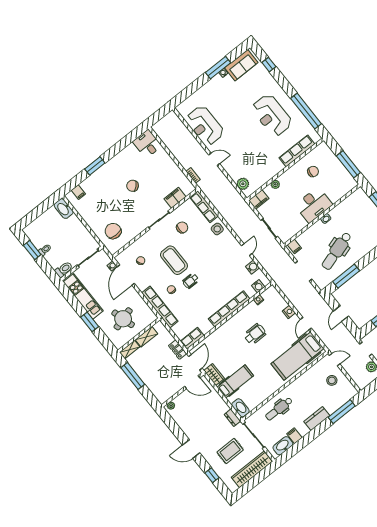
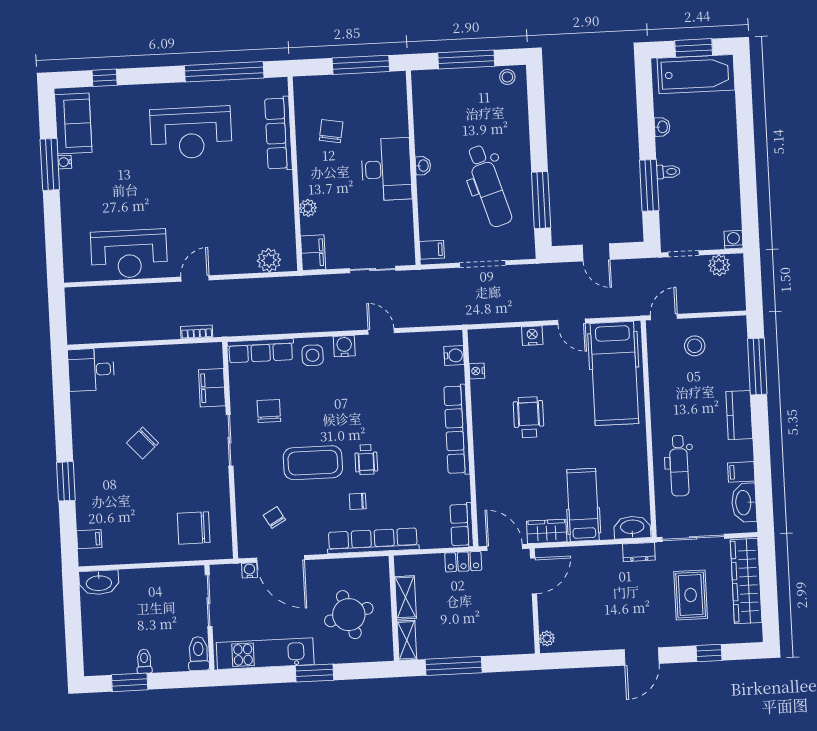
water cooler: (253, 267) -> (344, 346), moved

